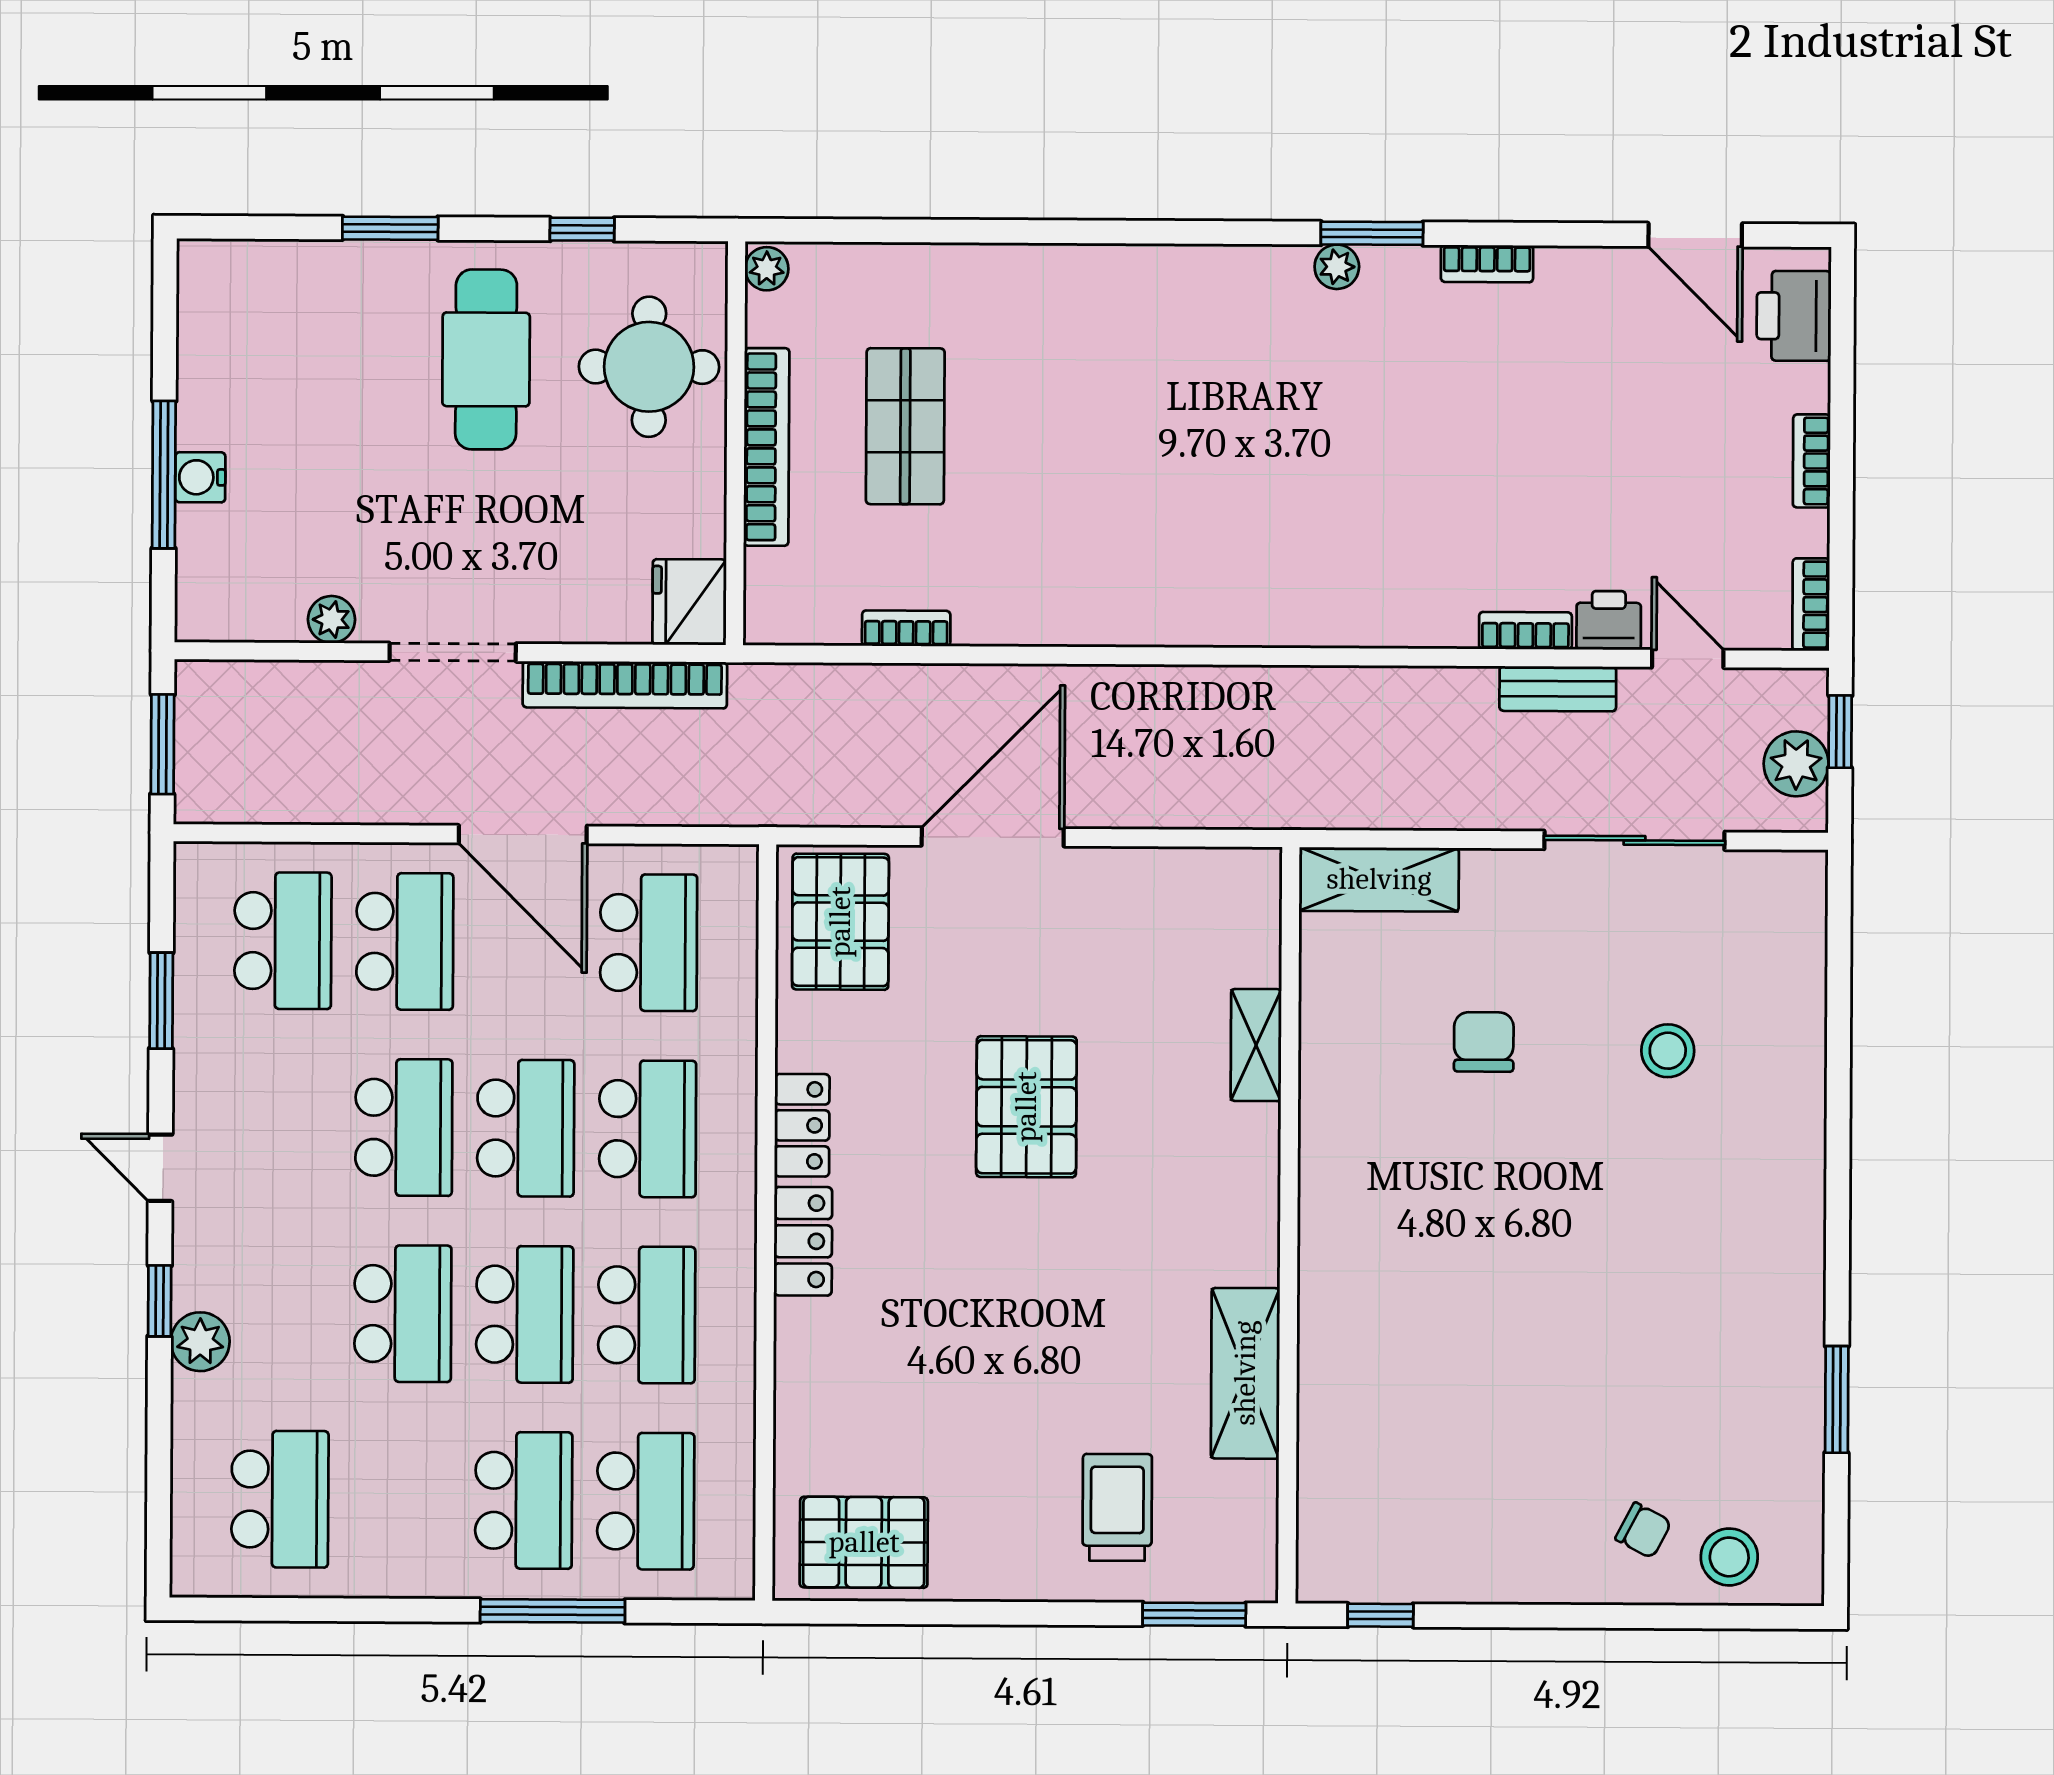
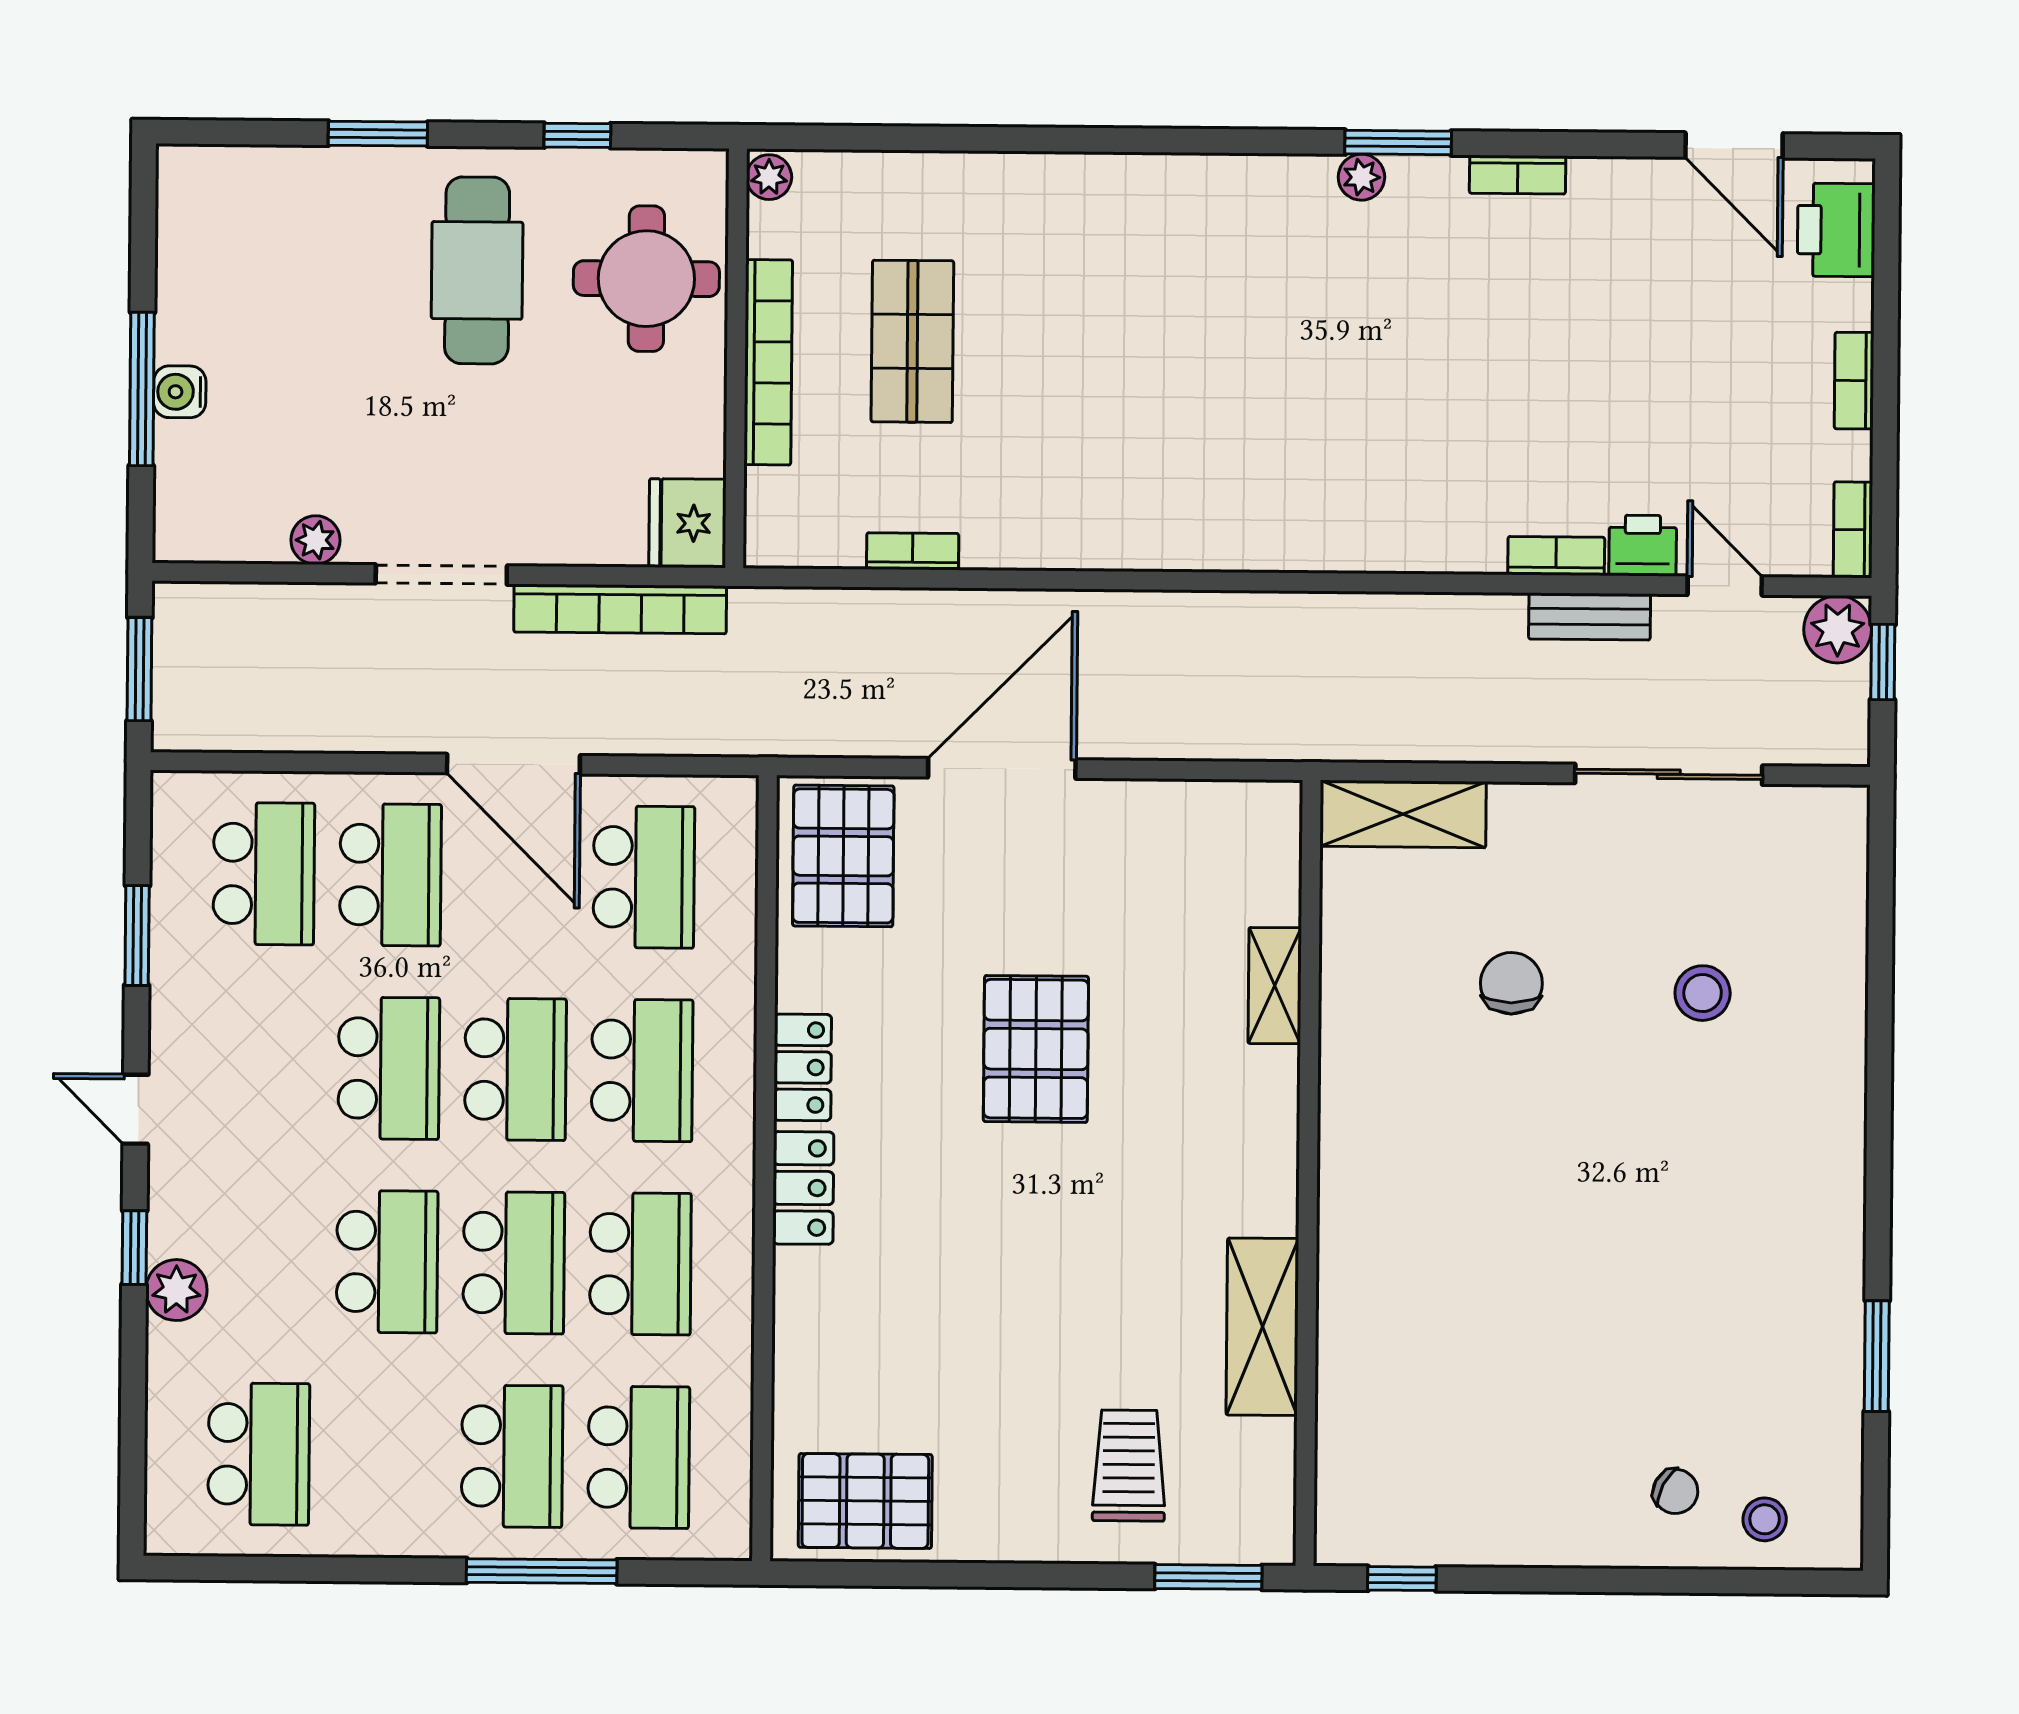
plant: (1796, 764) -> (1838, 629), moved
stool: (1729, 1557) -> (1765, 1519), width x0.73, depth x0.73

